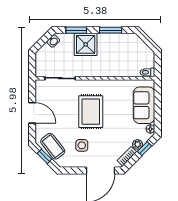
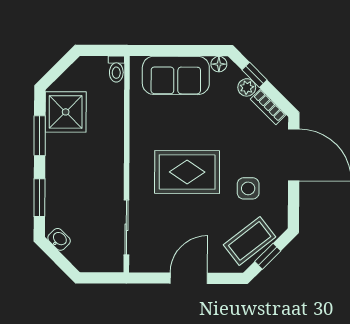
shower: (86, 44) -> (66, 112), moved

